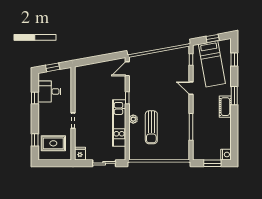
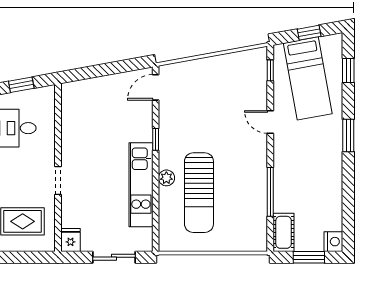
cot: (225, 107) -> (284, 232), moved
sun lounger: (151, 127) -> (199, 193), width x1.36, depth x1.34

